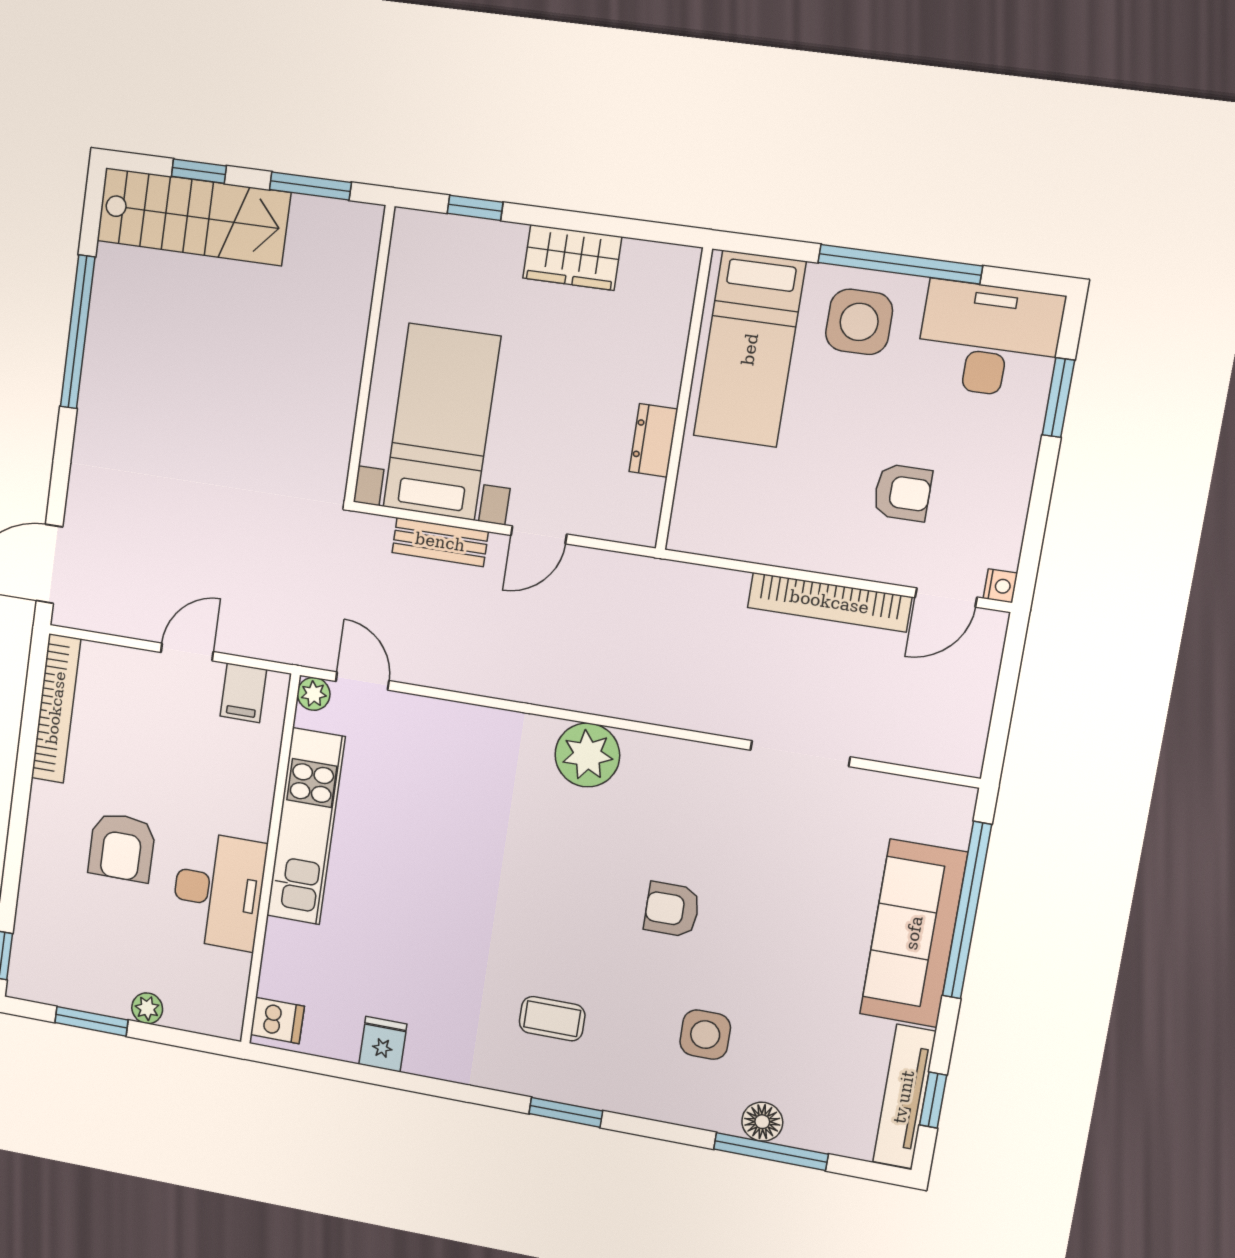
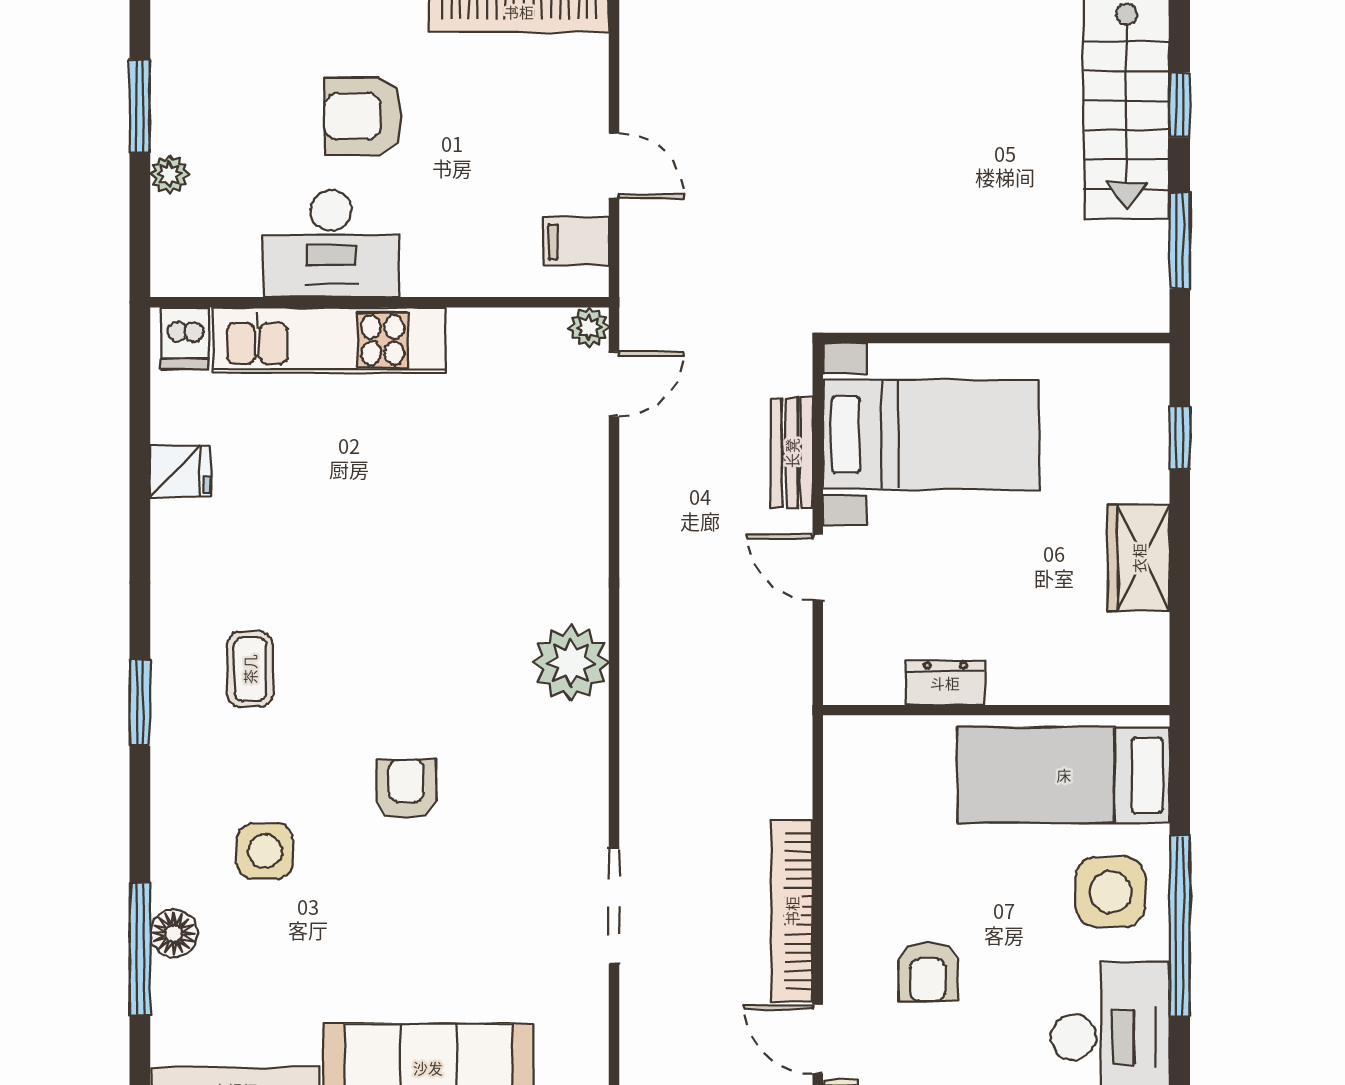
kitchen unit: (306, 826) -> (329, 340), moved

